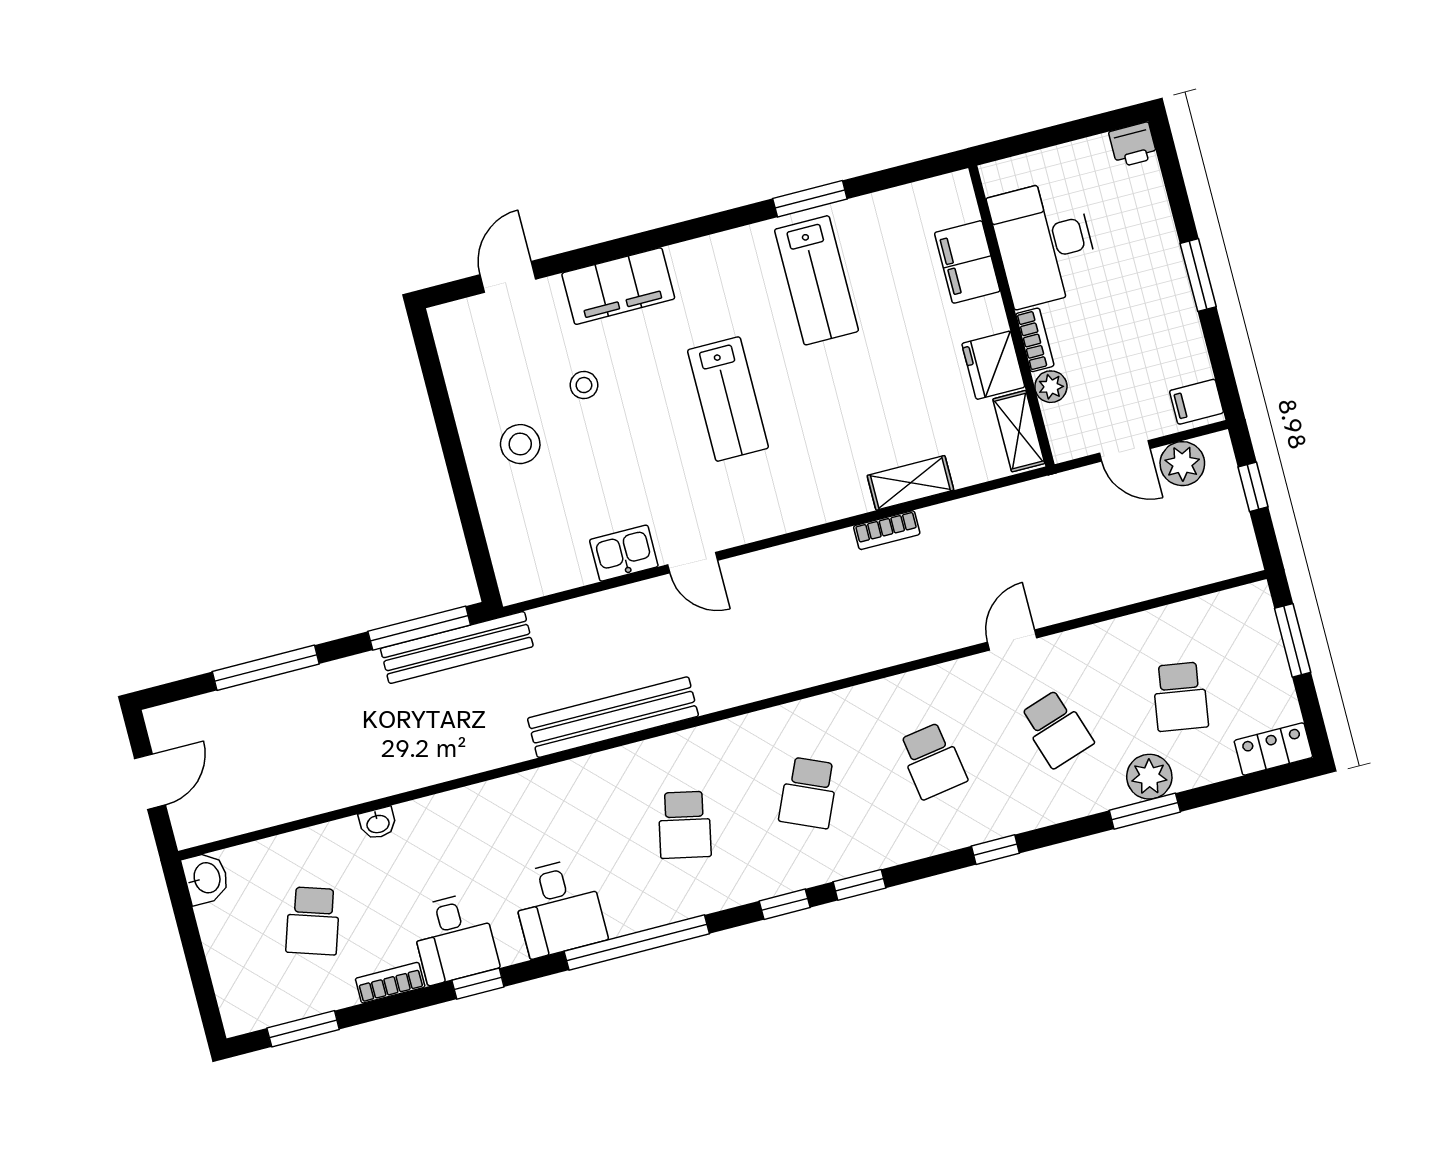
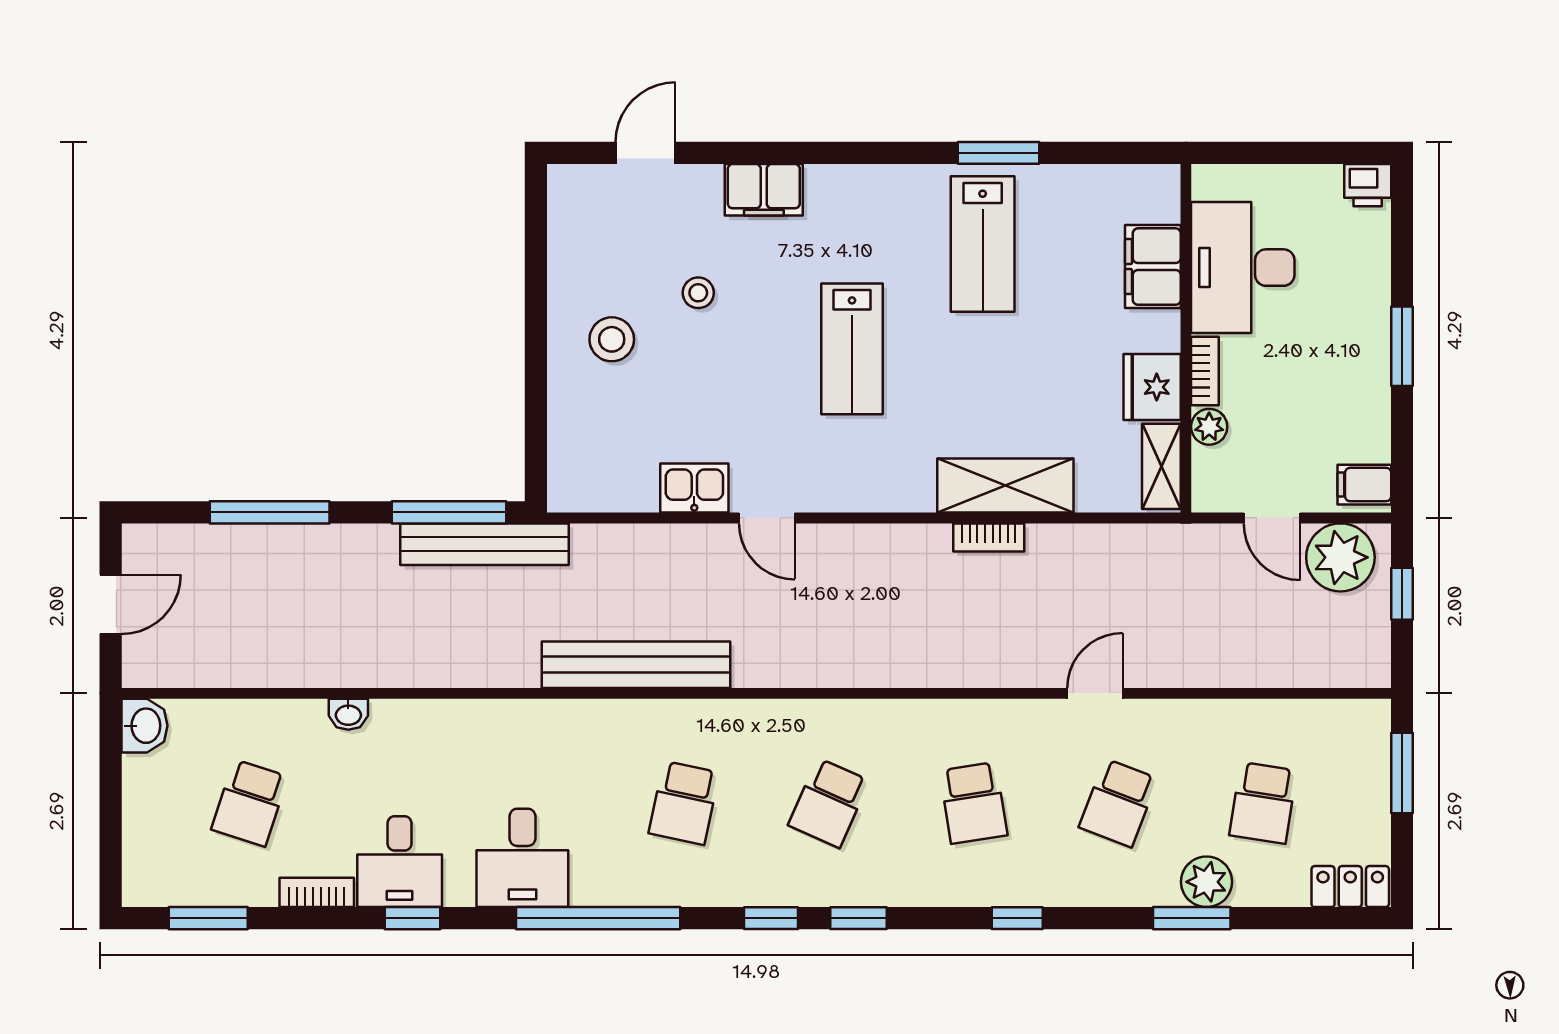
filing cabinet: (618, 286) -> (764, 190), width x0.67, depth x0.86
plant: (1182, 464) -> (1340, 557), width x1.36, depth x1.36
shelving: (910, 483) -> (1005, 486), width x1.50, depth x1.33
school desk: (1056, 729) -> (1118, 803), turned 39

